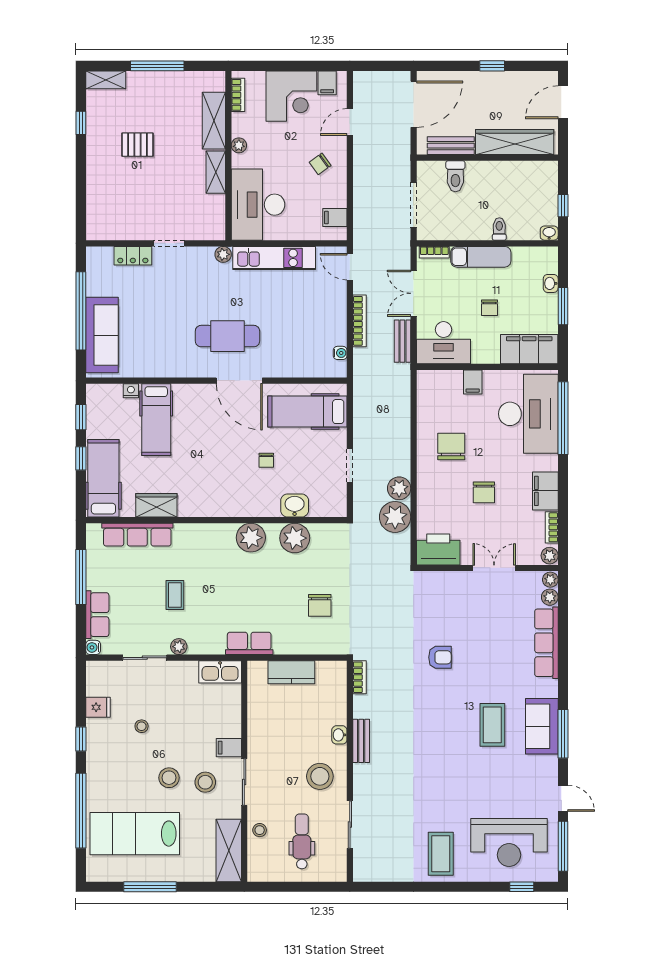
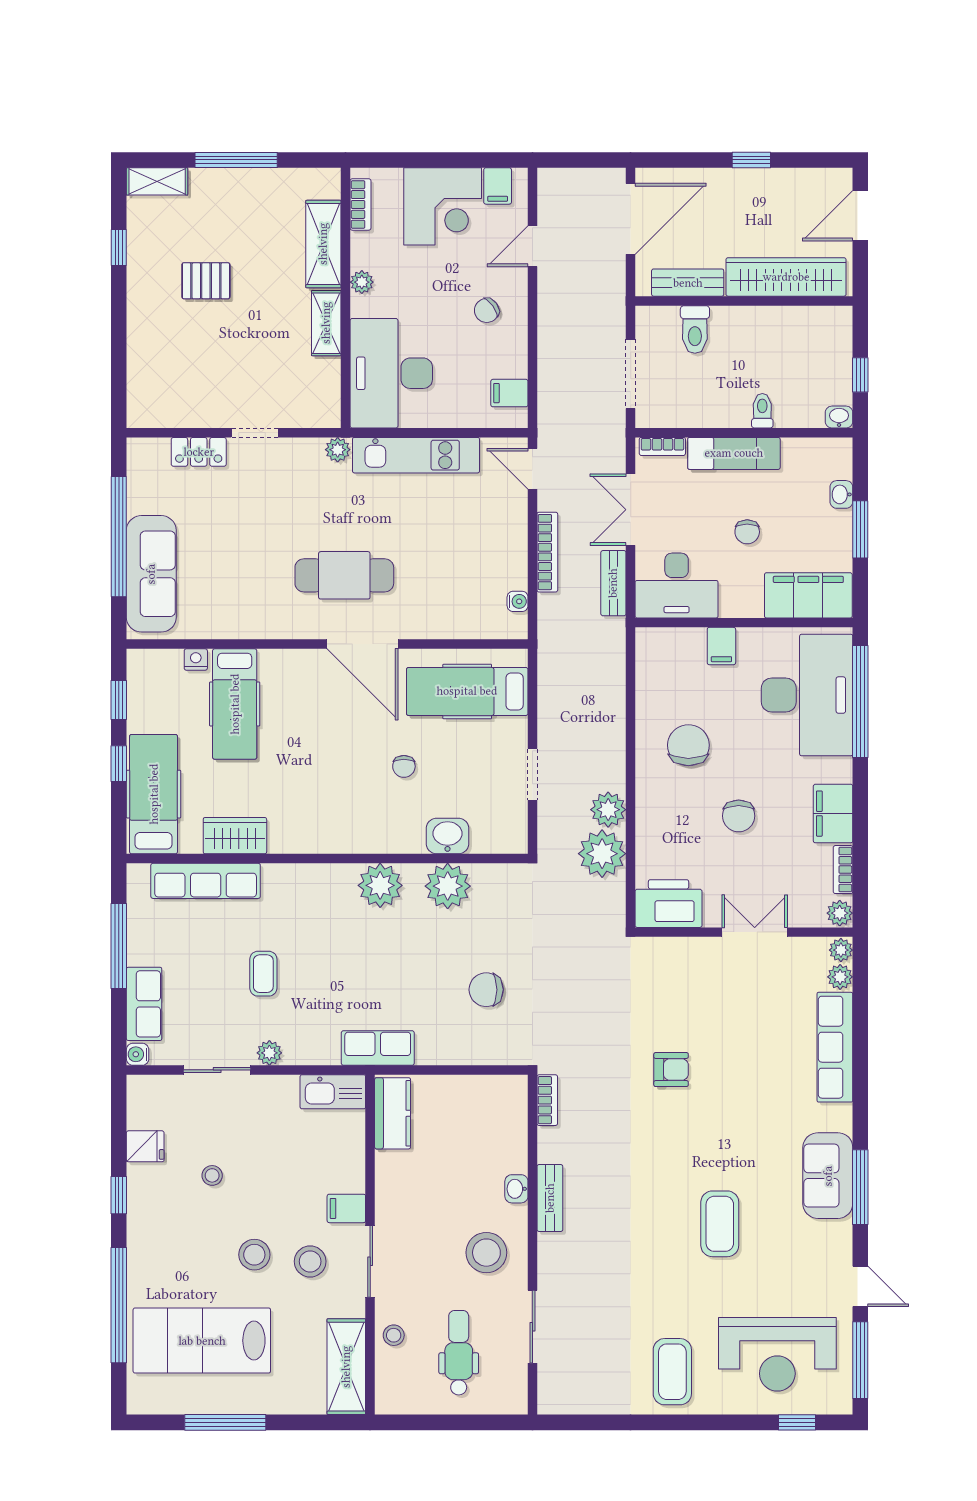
chair: (320, 605) -> (486, 990), turned 90
kitchen counter: (291, 672) -> (393, 1113), moved, turned -90
coffee table: (492, 725) -> (720, 1224), moved

